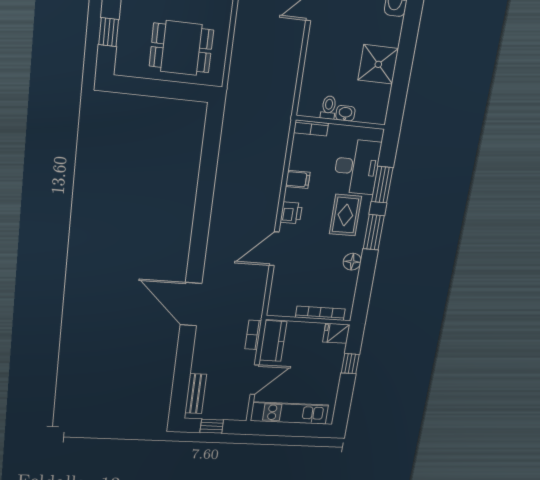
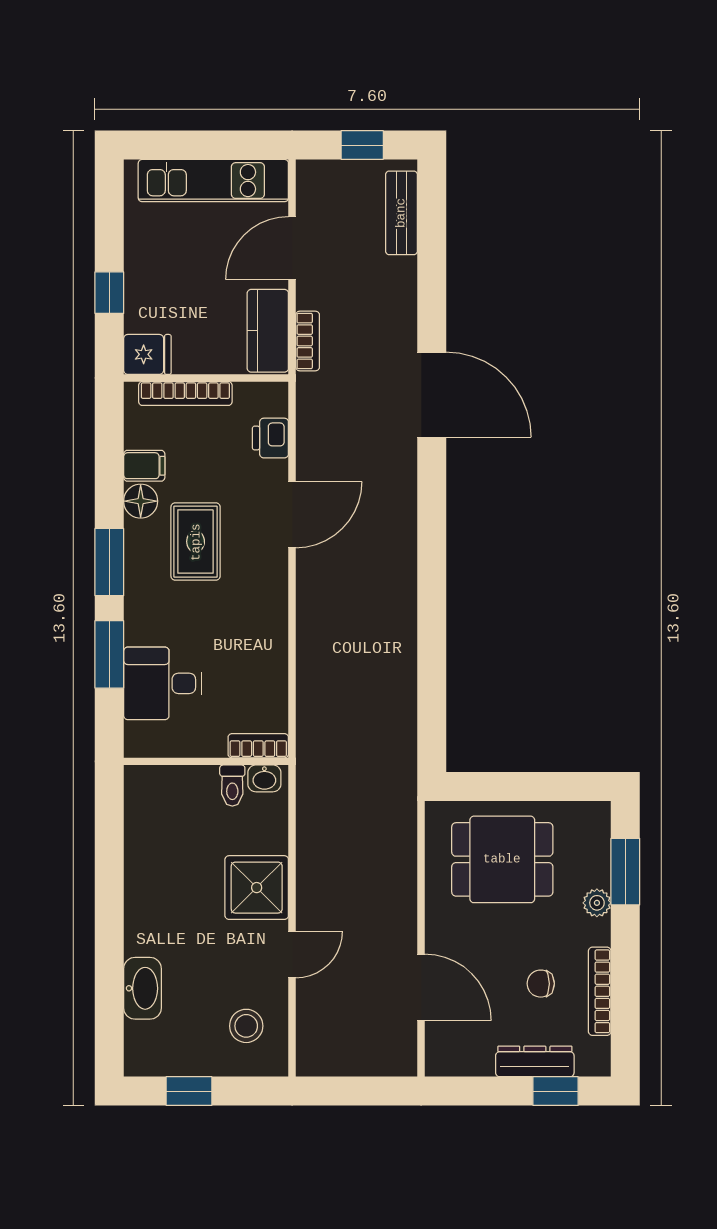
plant: (128, 15) -> (597, 903), added
window: (109, 32) -> (625, 872), width x1.50
shower: (378, 64) -> (257, 888), moved
washbasin: (345, 113) -> (264, 778), moved
desk: (357, 167) -> (163, 683), width x0.73
filing cabinet: (298, 179) -> (144, 466), moved, turned 180
printer: (291, 213) -> (270, 438), moved
rug: (345, 215) -> (196, 542), moved

